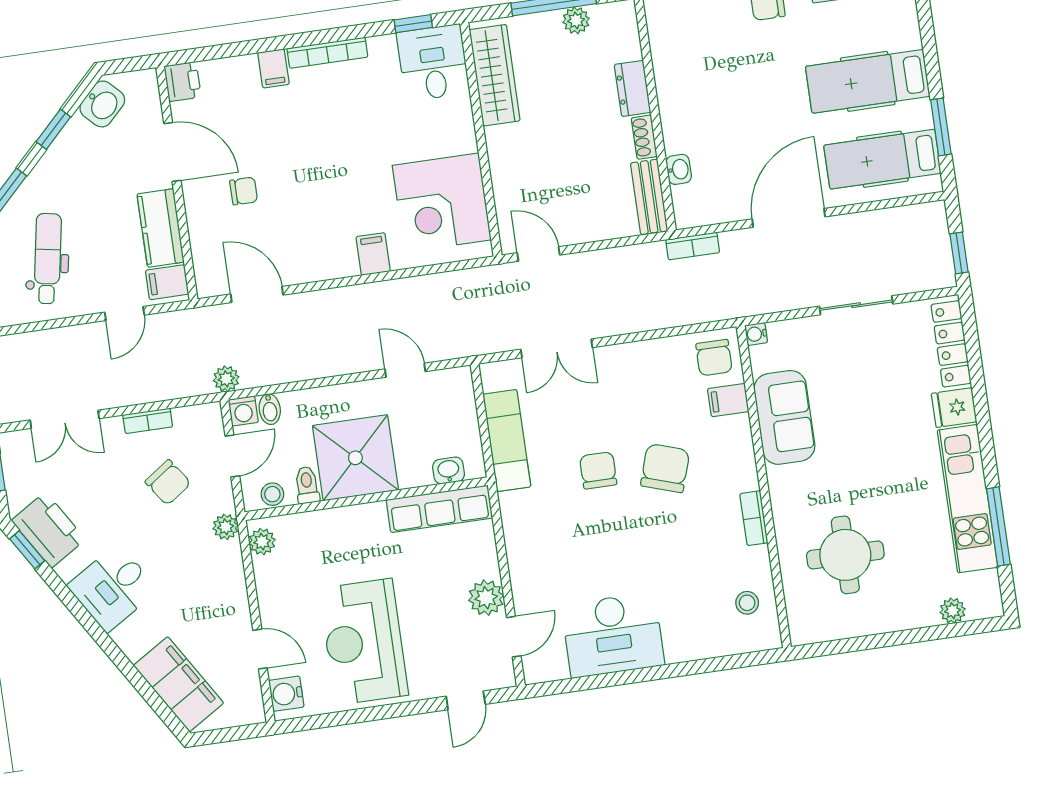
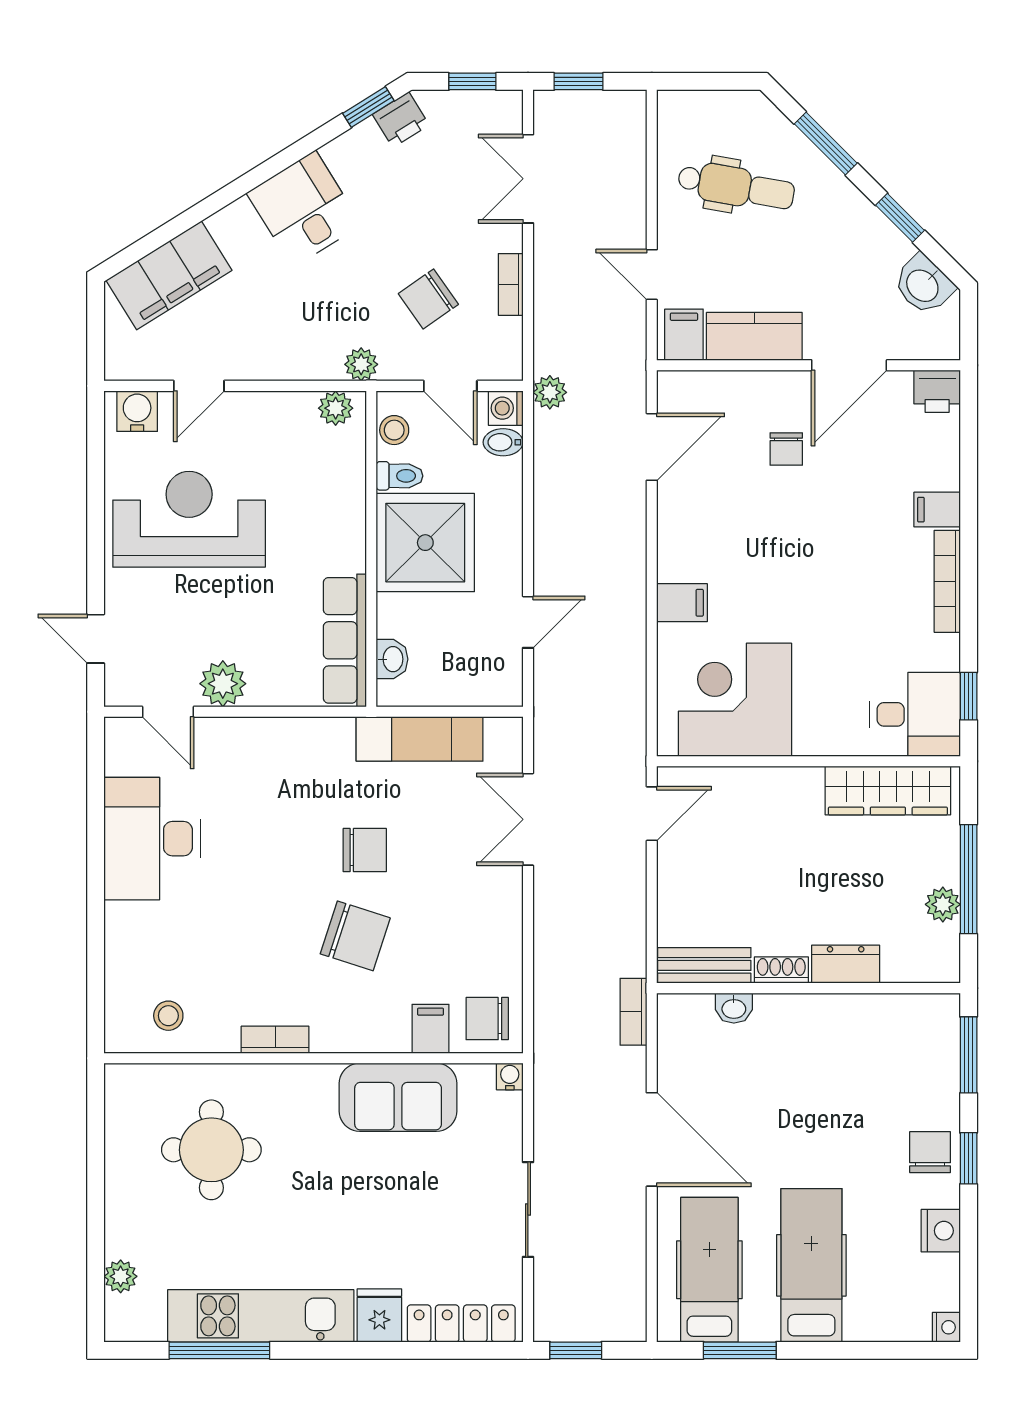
printer: (48, 530) -> (401, 120), width x0.53, depth x0.68

